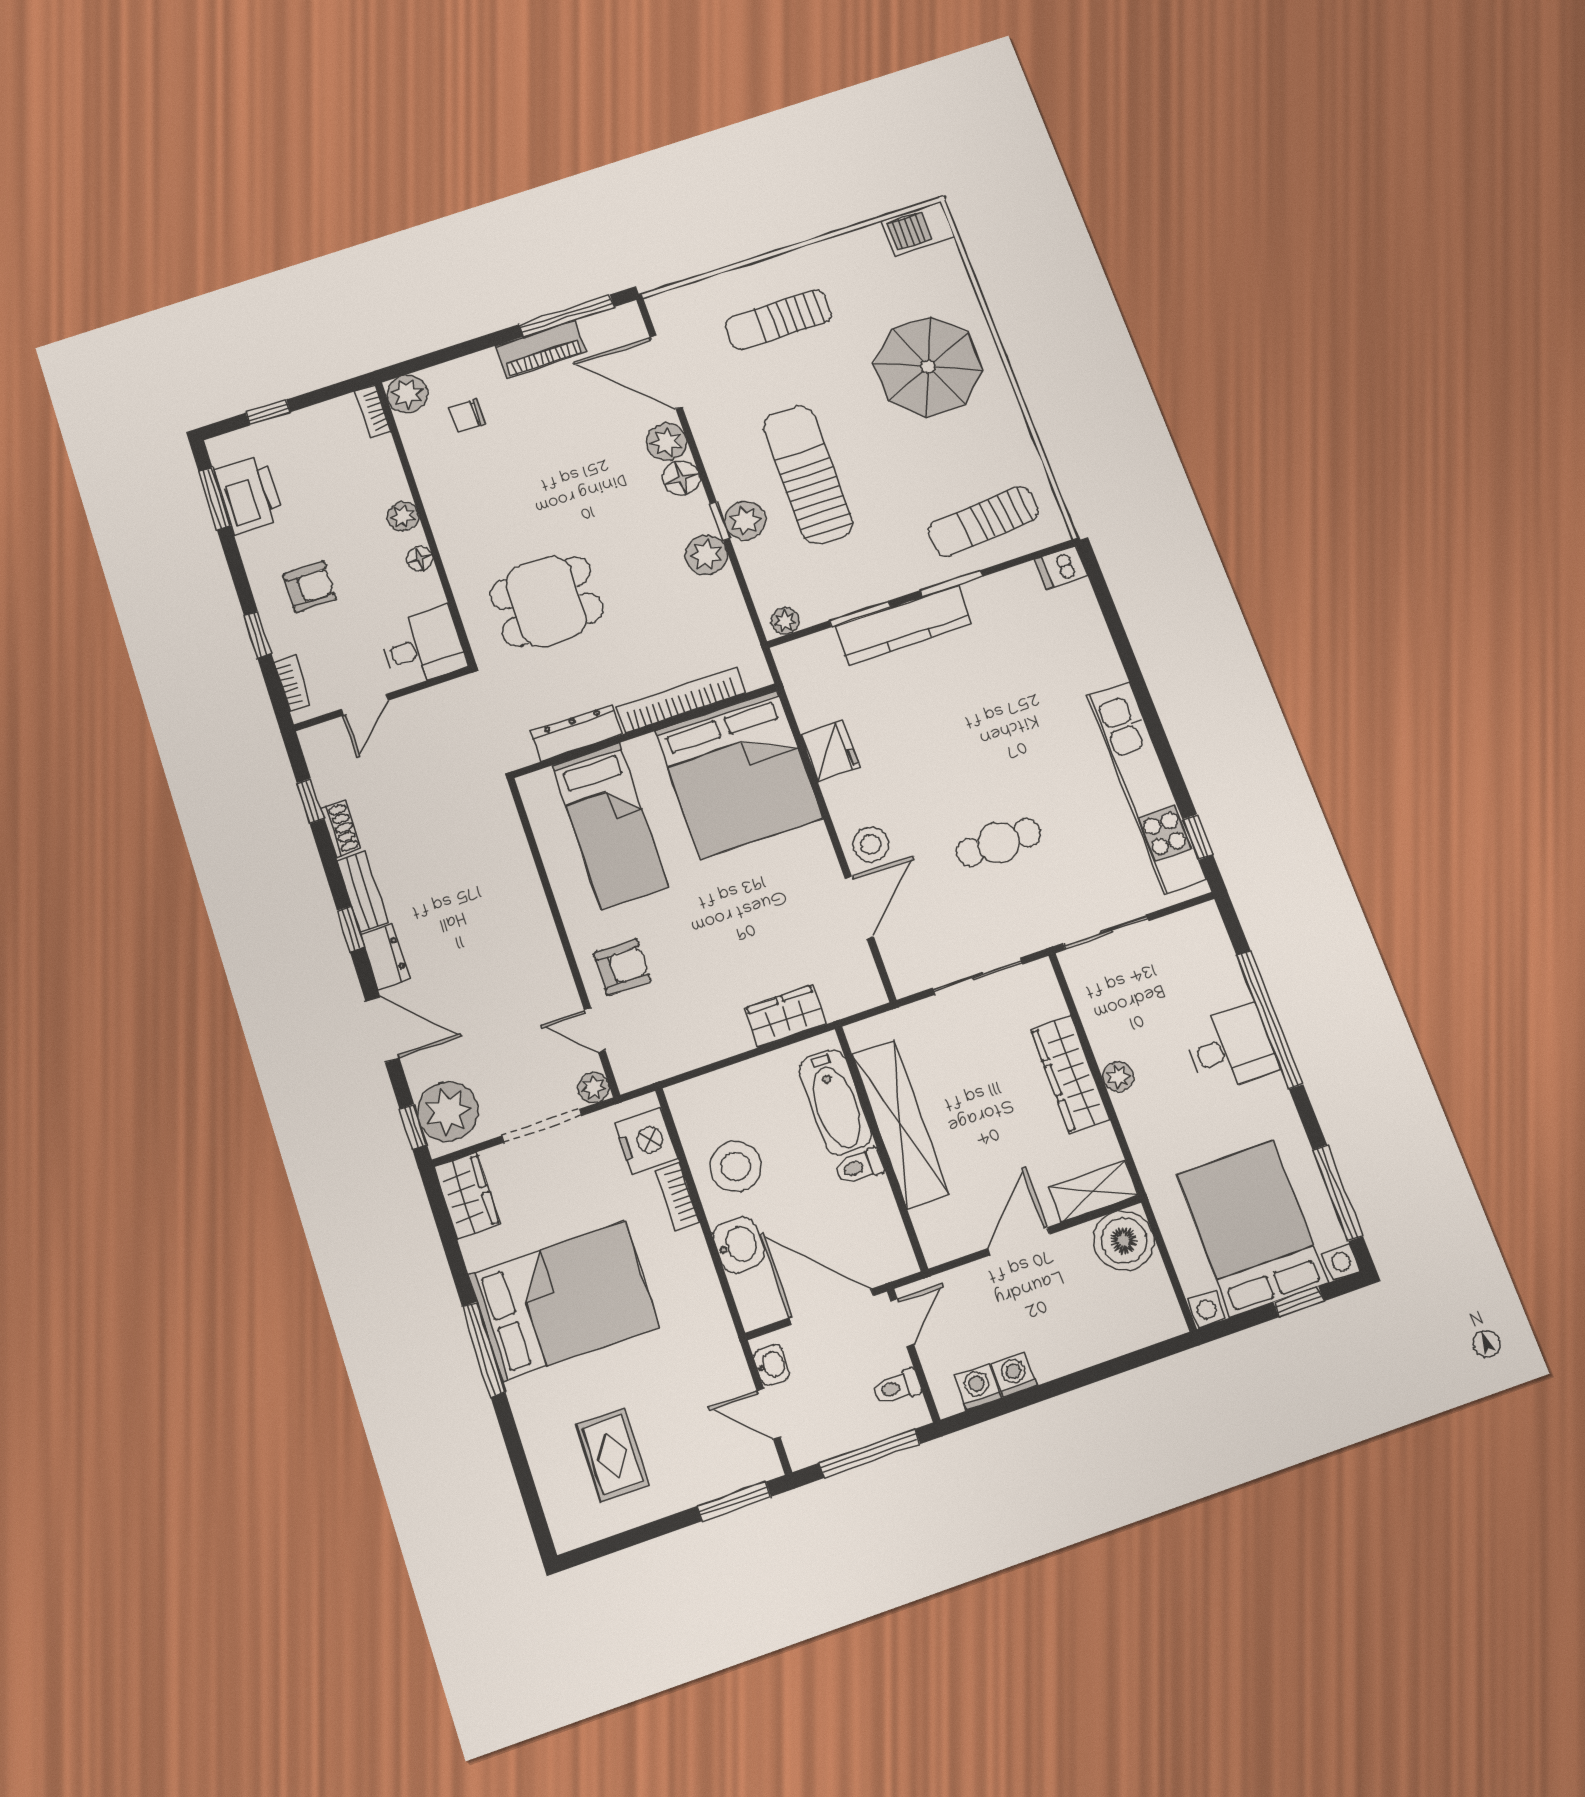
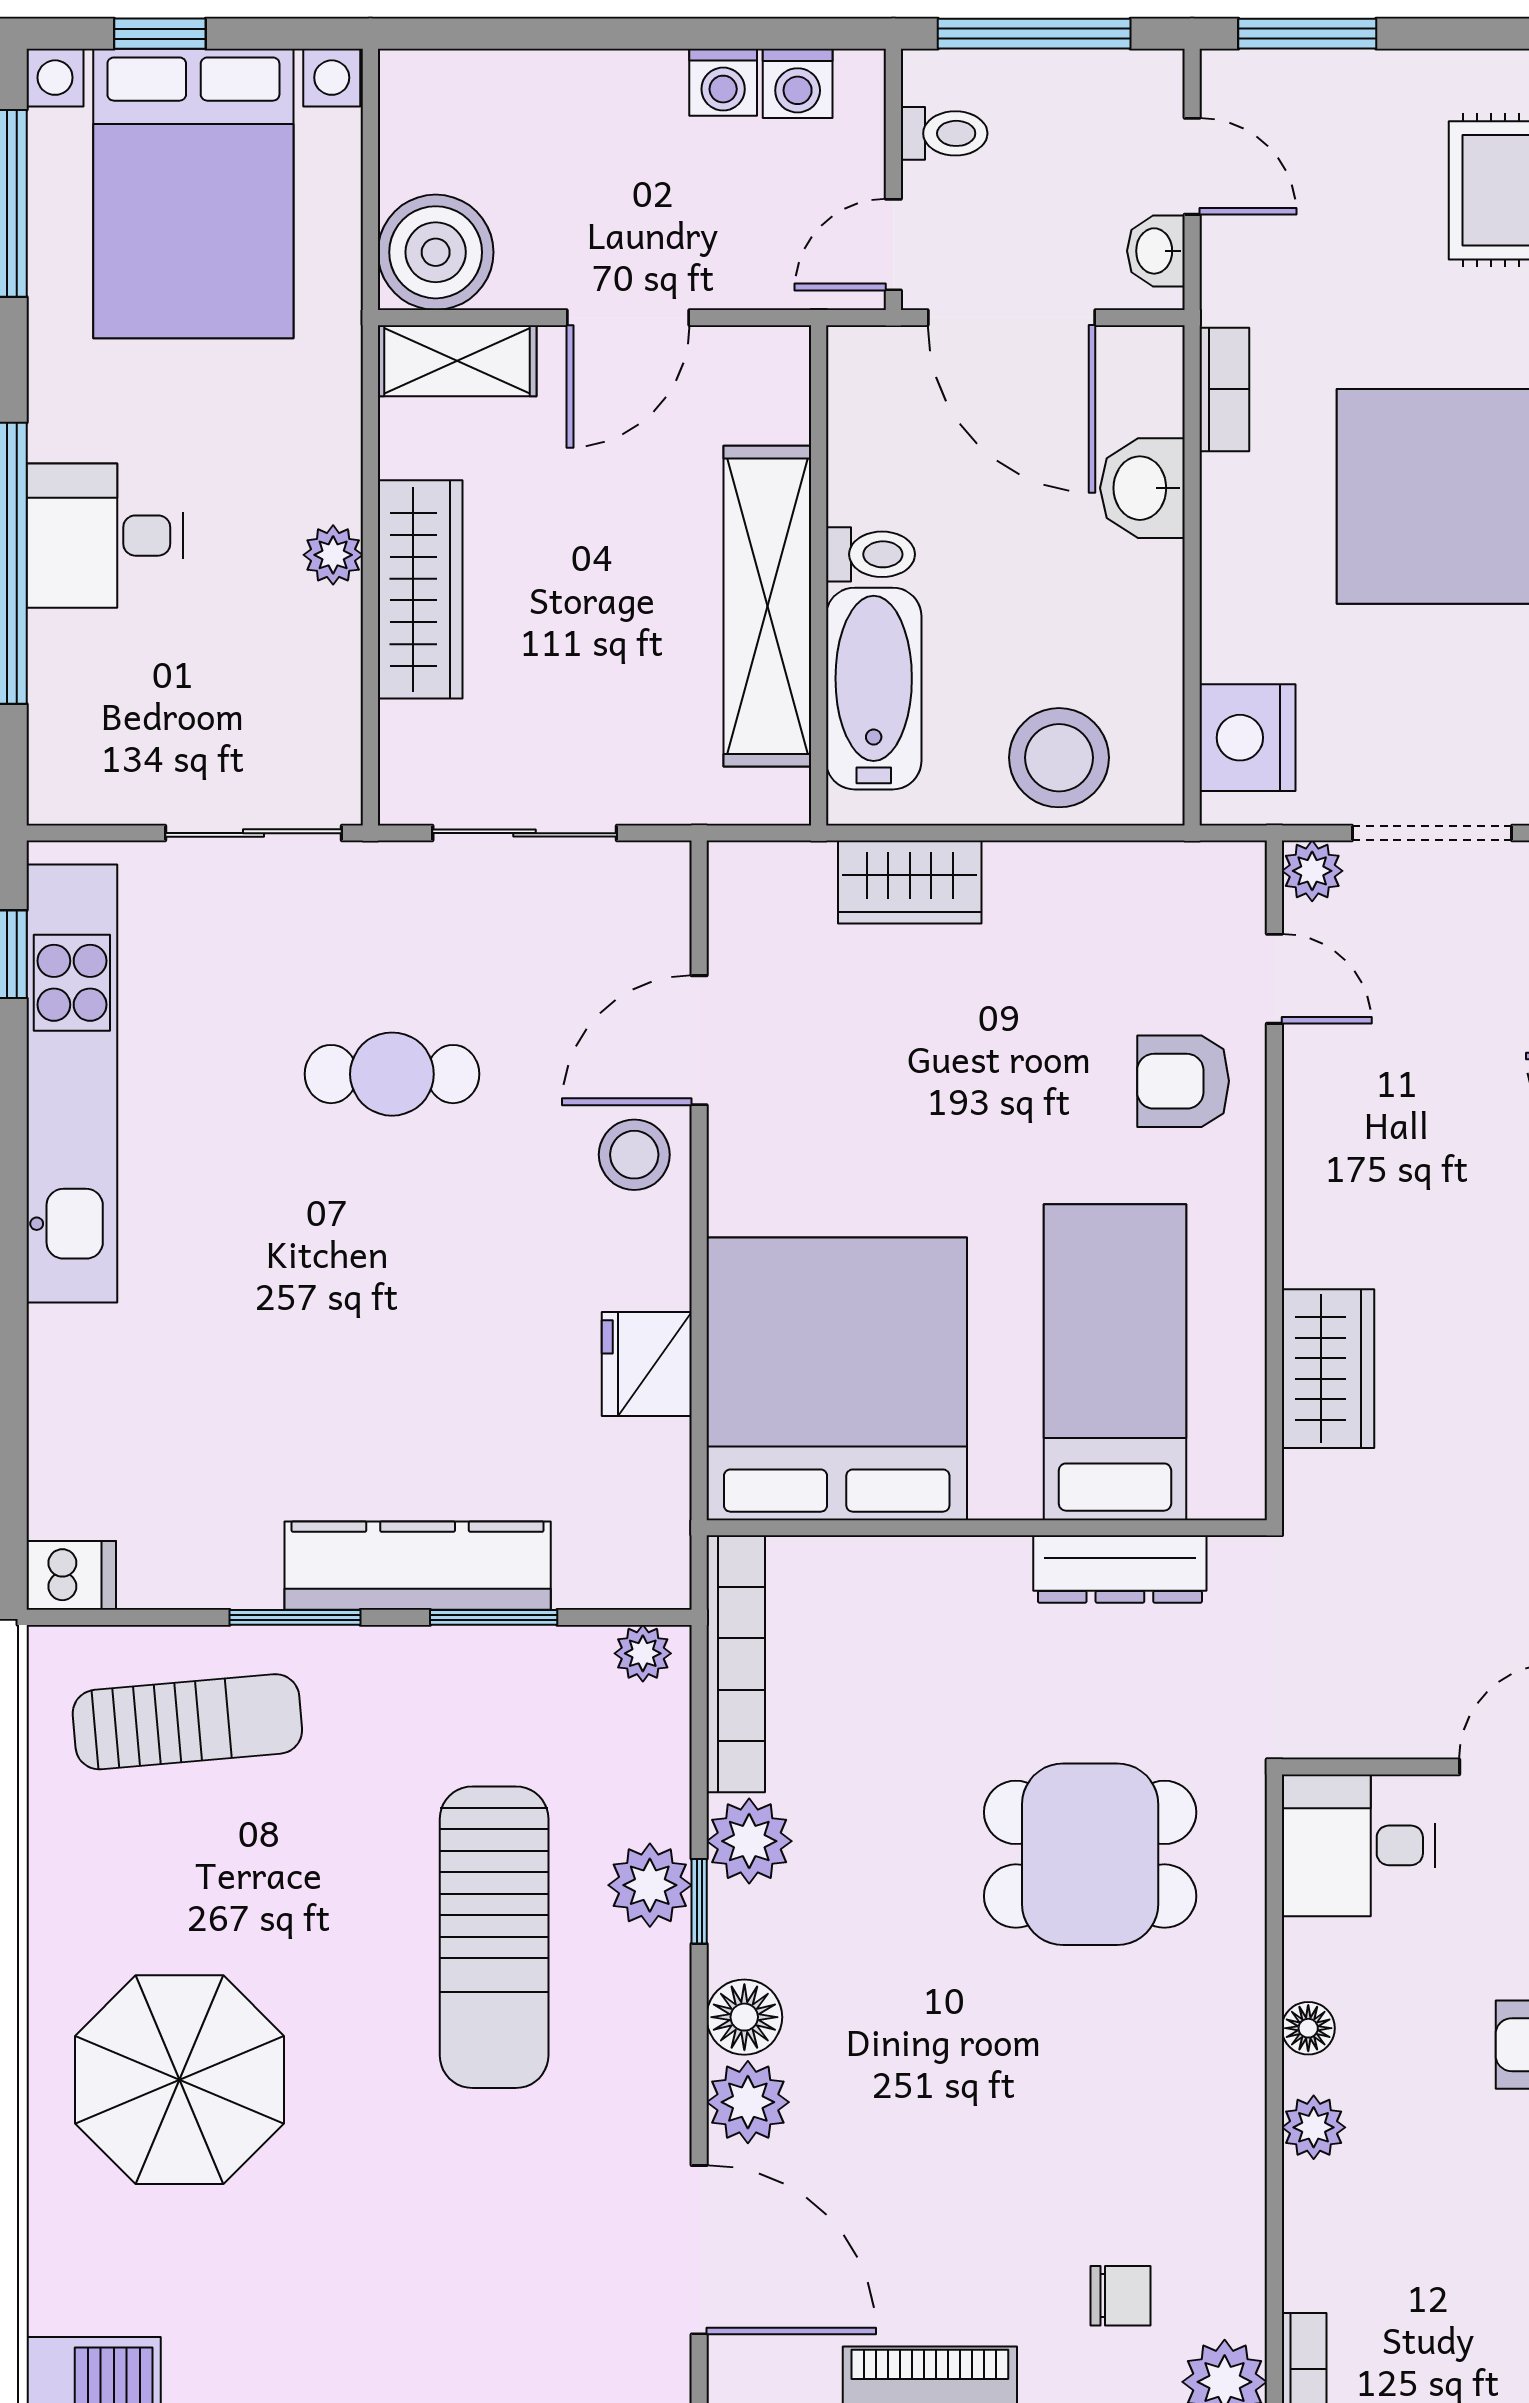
sun lounger: (778, 320) -> (440, 2283), removed
bookcase: (680, 700) -> (736, 1664), moved, turned -90
wardrobe: (508, 857) -> (1328, 1369), added
stool: (736, 1166) -> (1059, 758), moved
bookcase: (677, 1196) -> (1224, 389), moved

